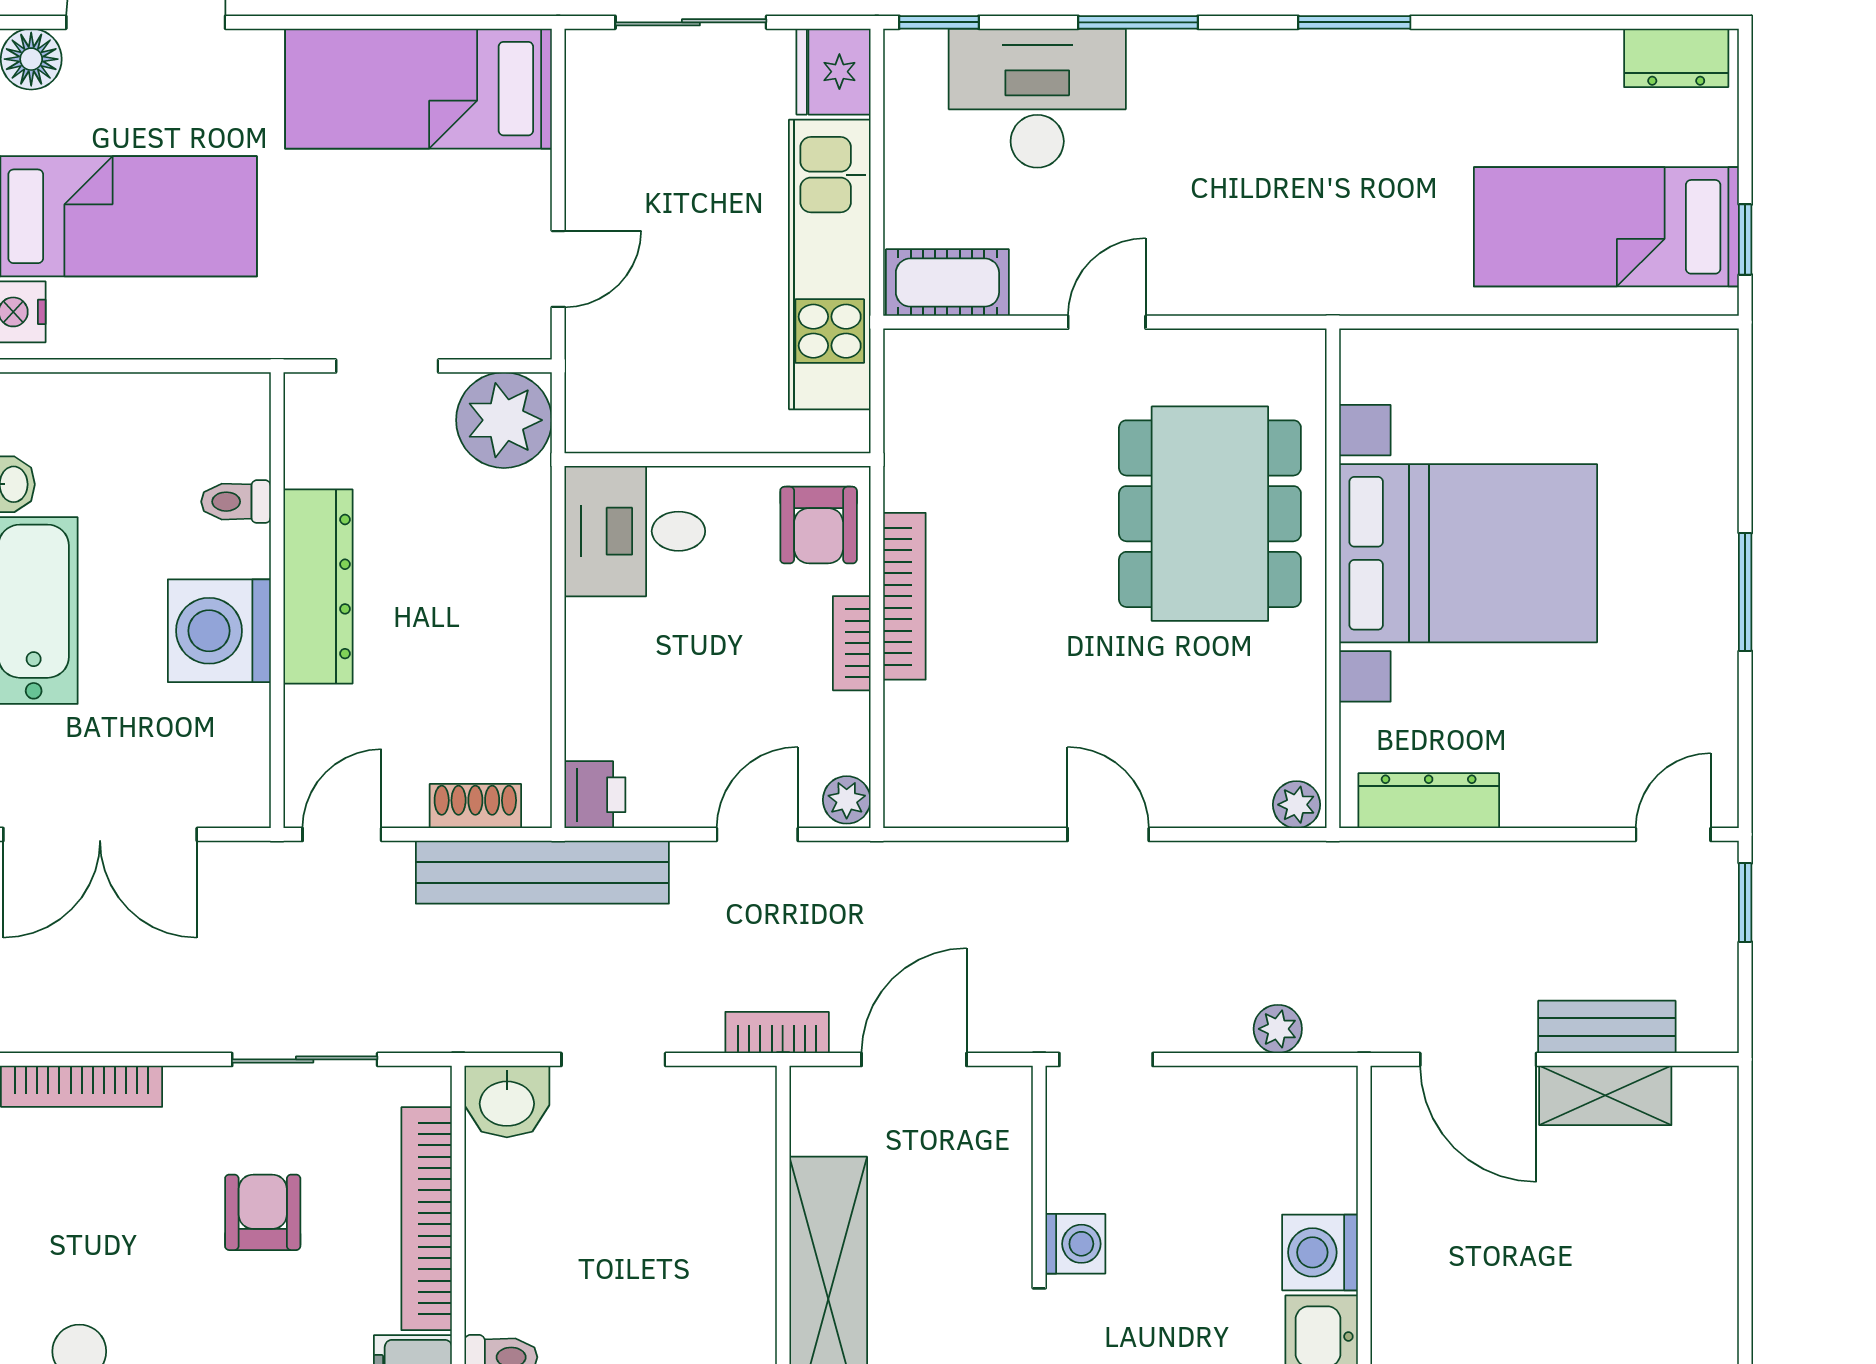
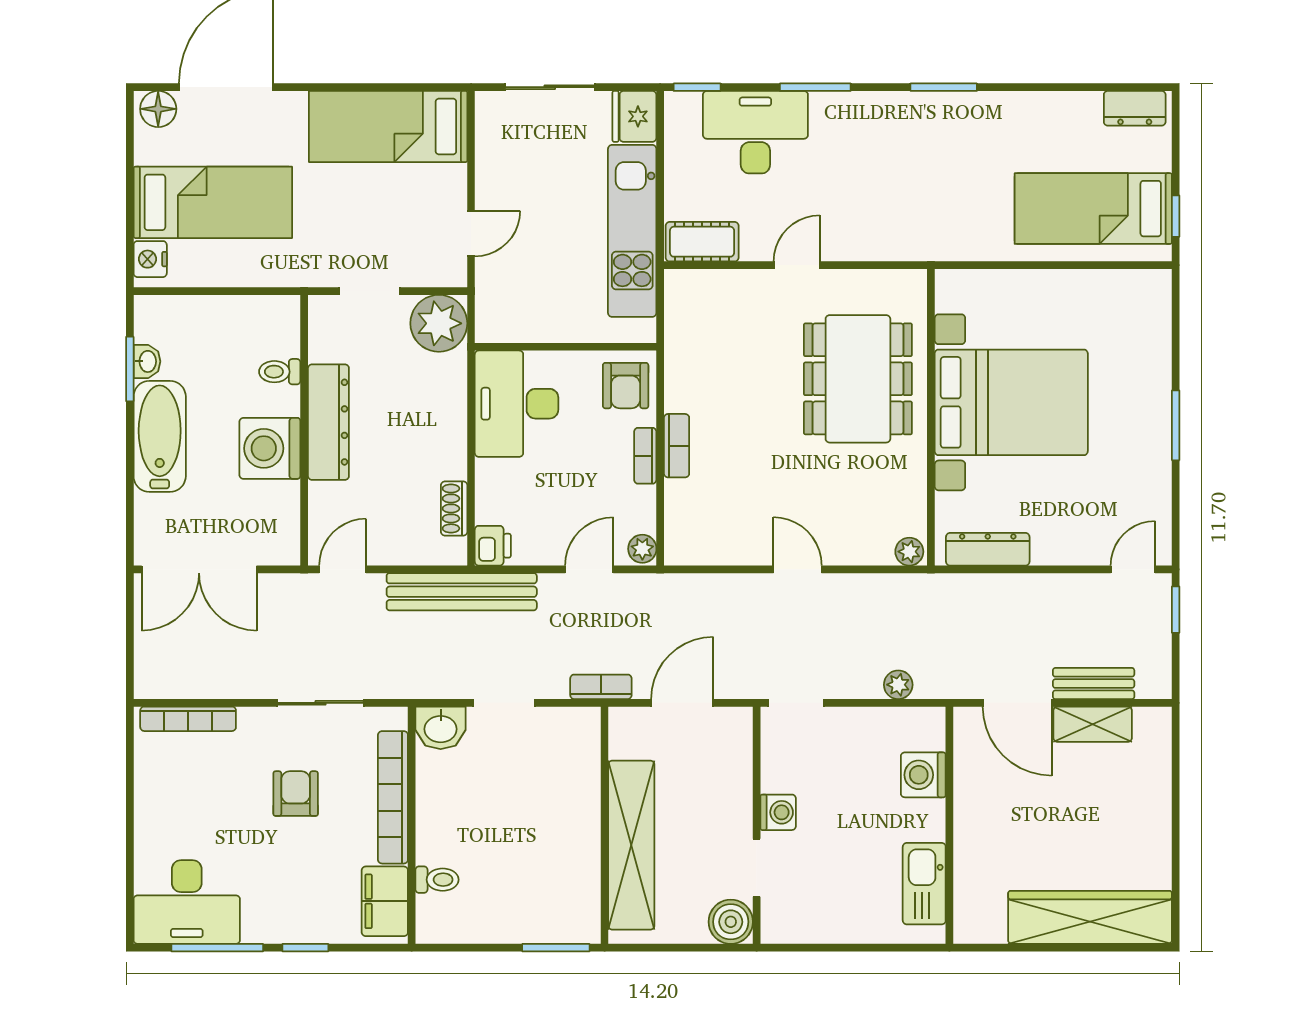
desk: (635, 531) -> (517, 404), width x1.37
bookcase: (904, 596) -> (677, 446), width x0.64
shoe rack: (475, 806) -> (454, 508), moved, turned -90
washing machine: (1320, 1252) -> (923, 775), moved

